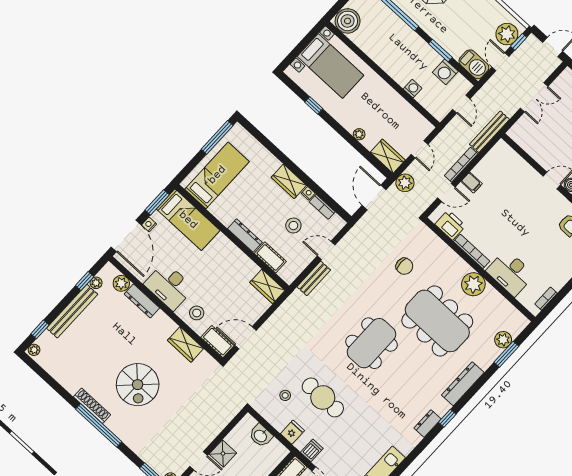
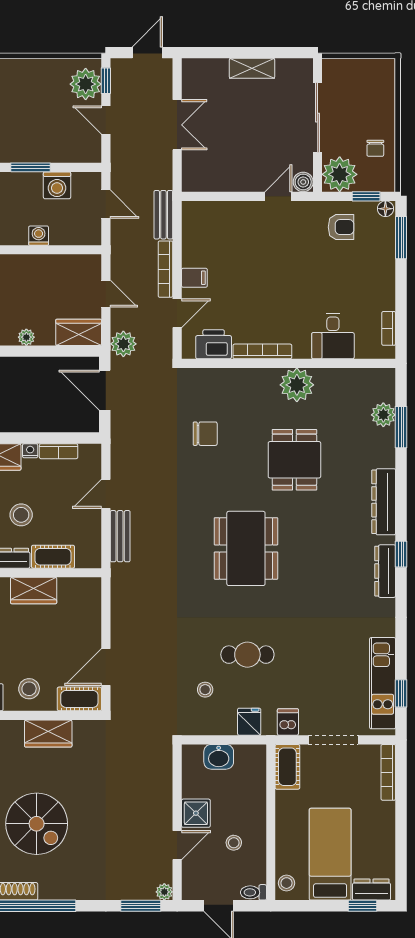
barbecue: (474, 64) -> (80, 149), removed
bench: (489, 132) -> (163, 215), width x0.73
stool: (293, 226) -> (21, 515), moved
desk: (510, 273) -> (333, 336), width x0.73
wardrobe: (267, 286) -> (34, 591), moved
dining table: (437, 321) -> (294, 460), width x0.53, depth x0.80
cafe table: (323, 397) -> (247, 655), width x0.73, depth x0.74
dresser: (427, 424) -> (385, 571), width x1.44

